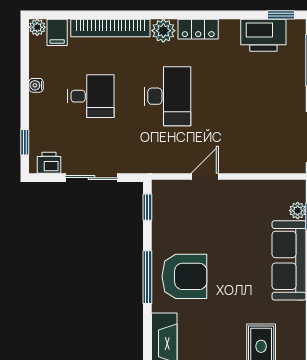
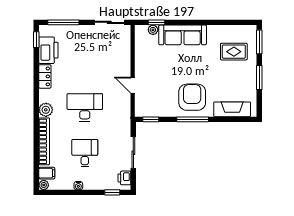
locker: (198, 29) -> (45, 76), moved

